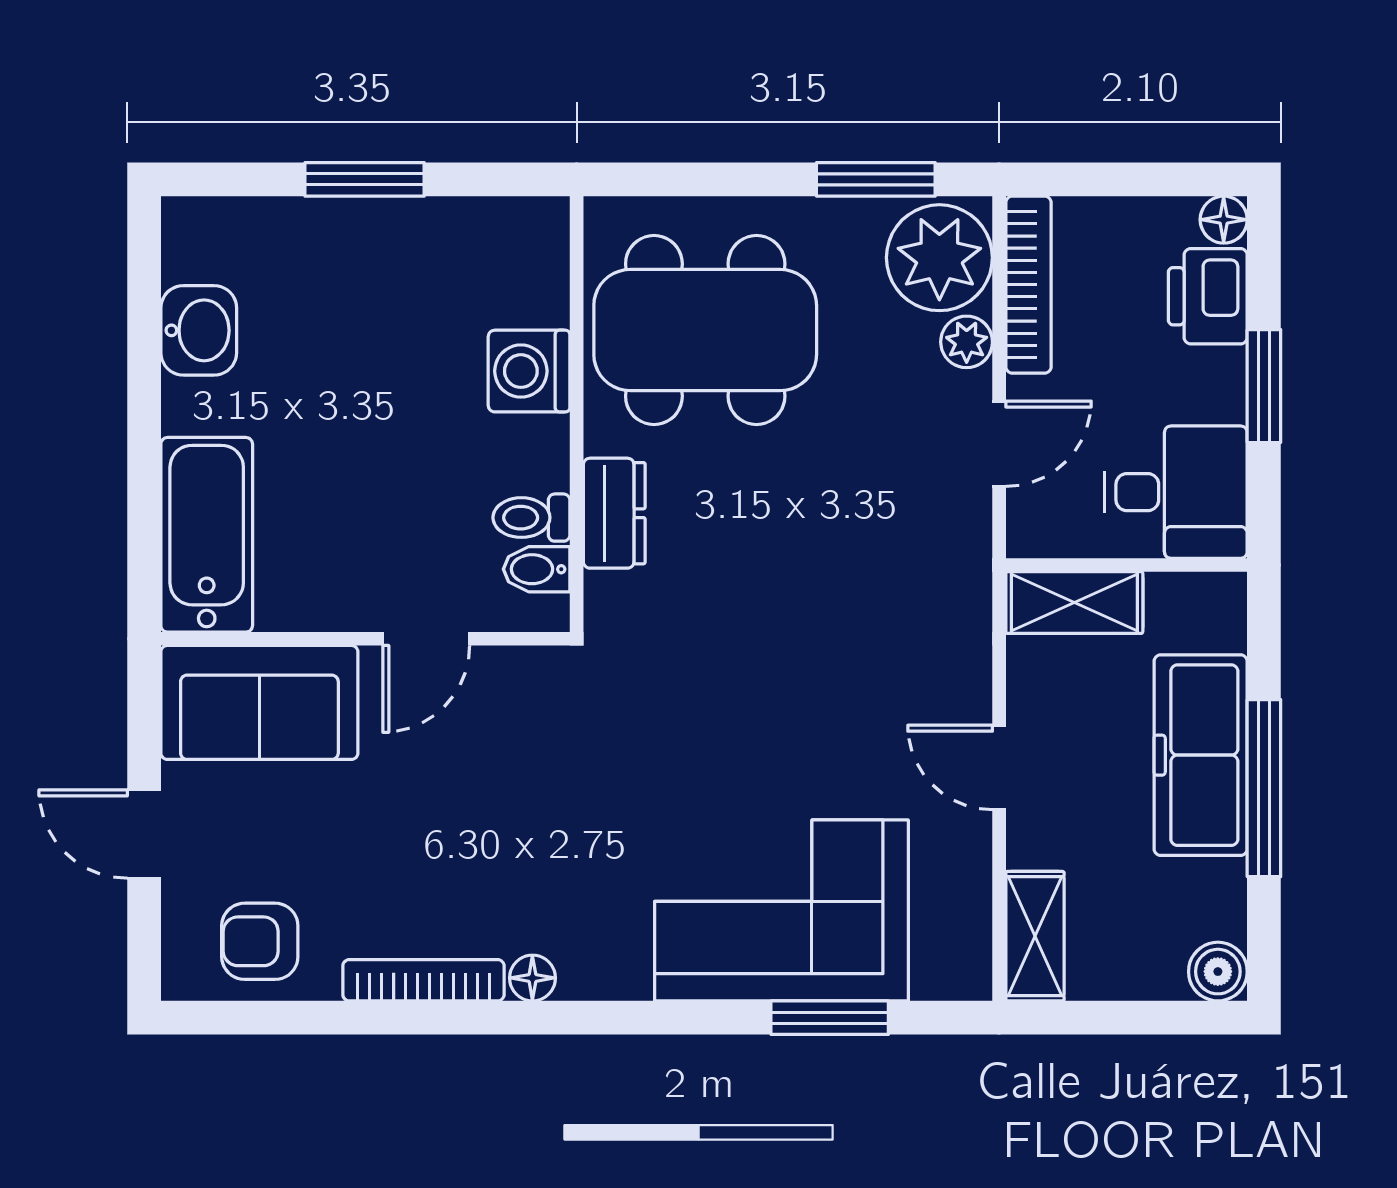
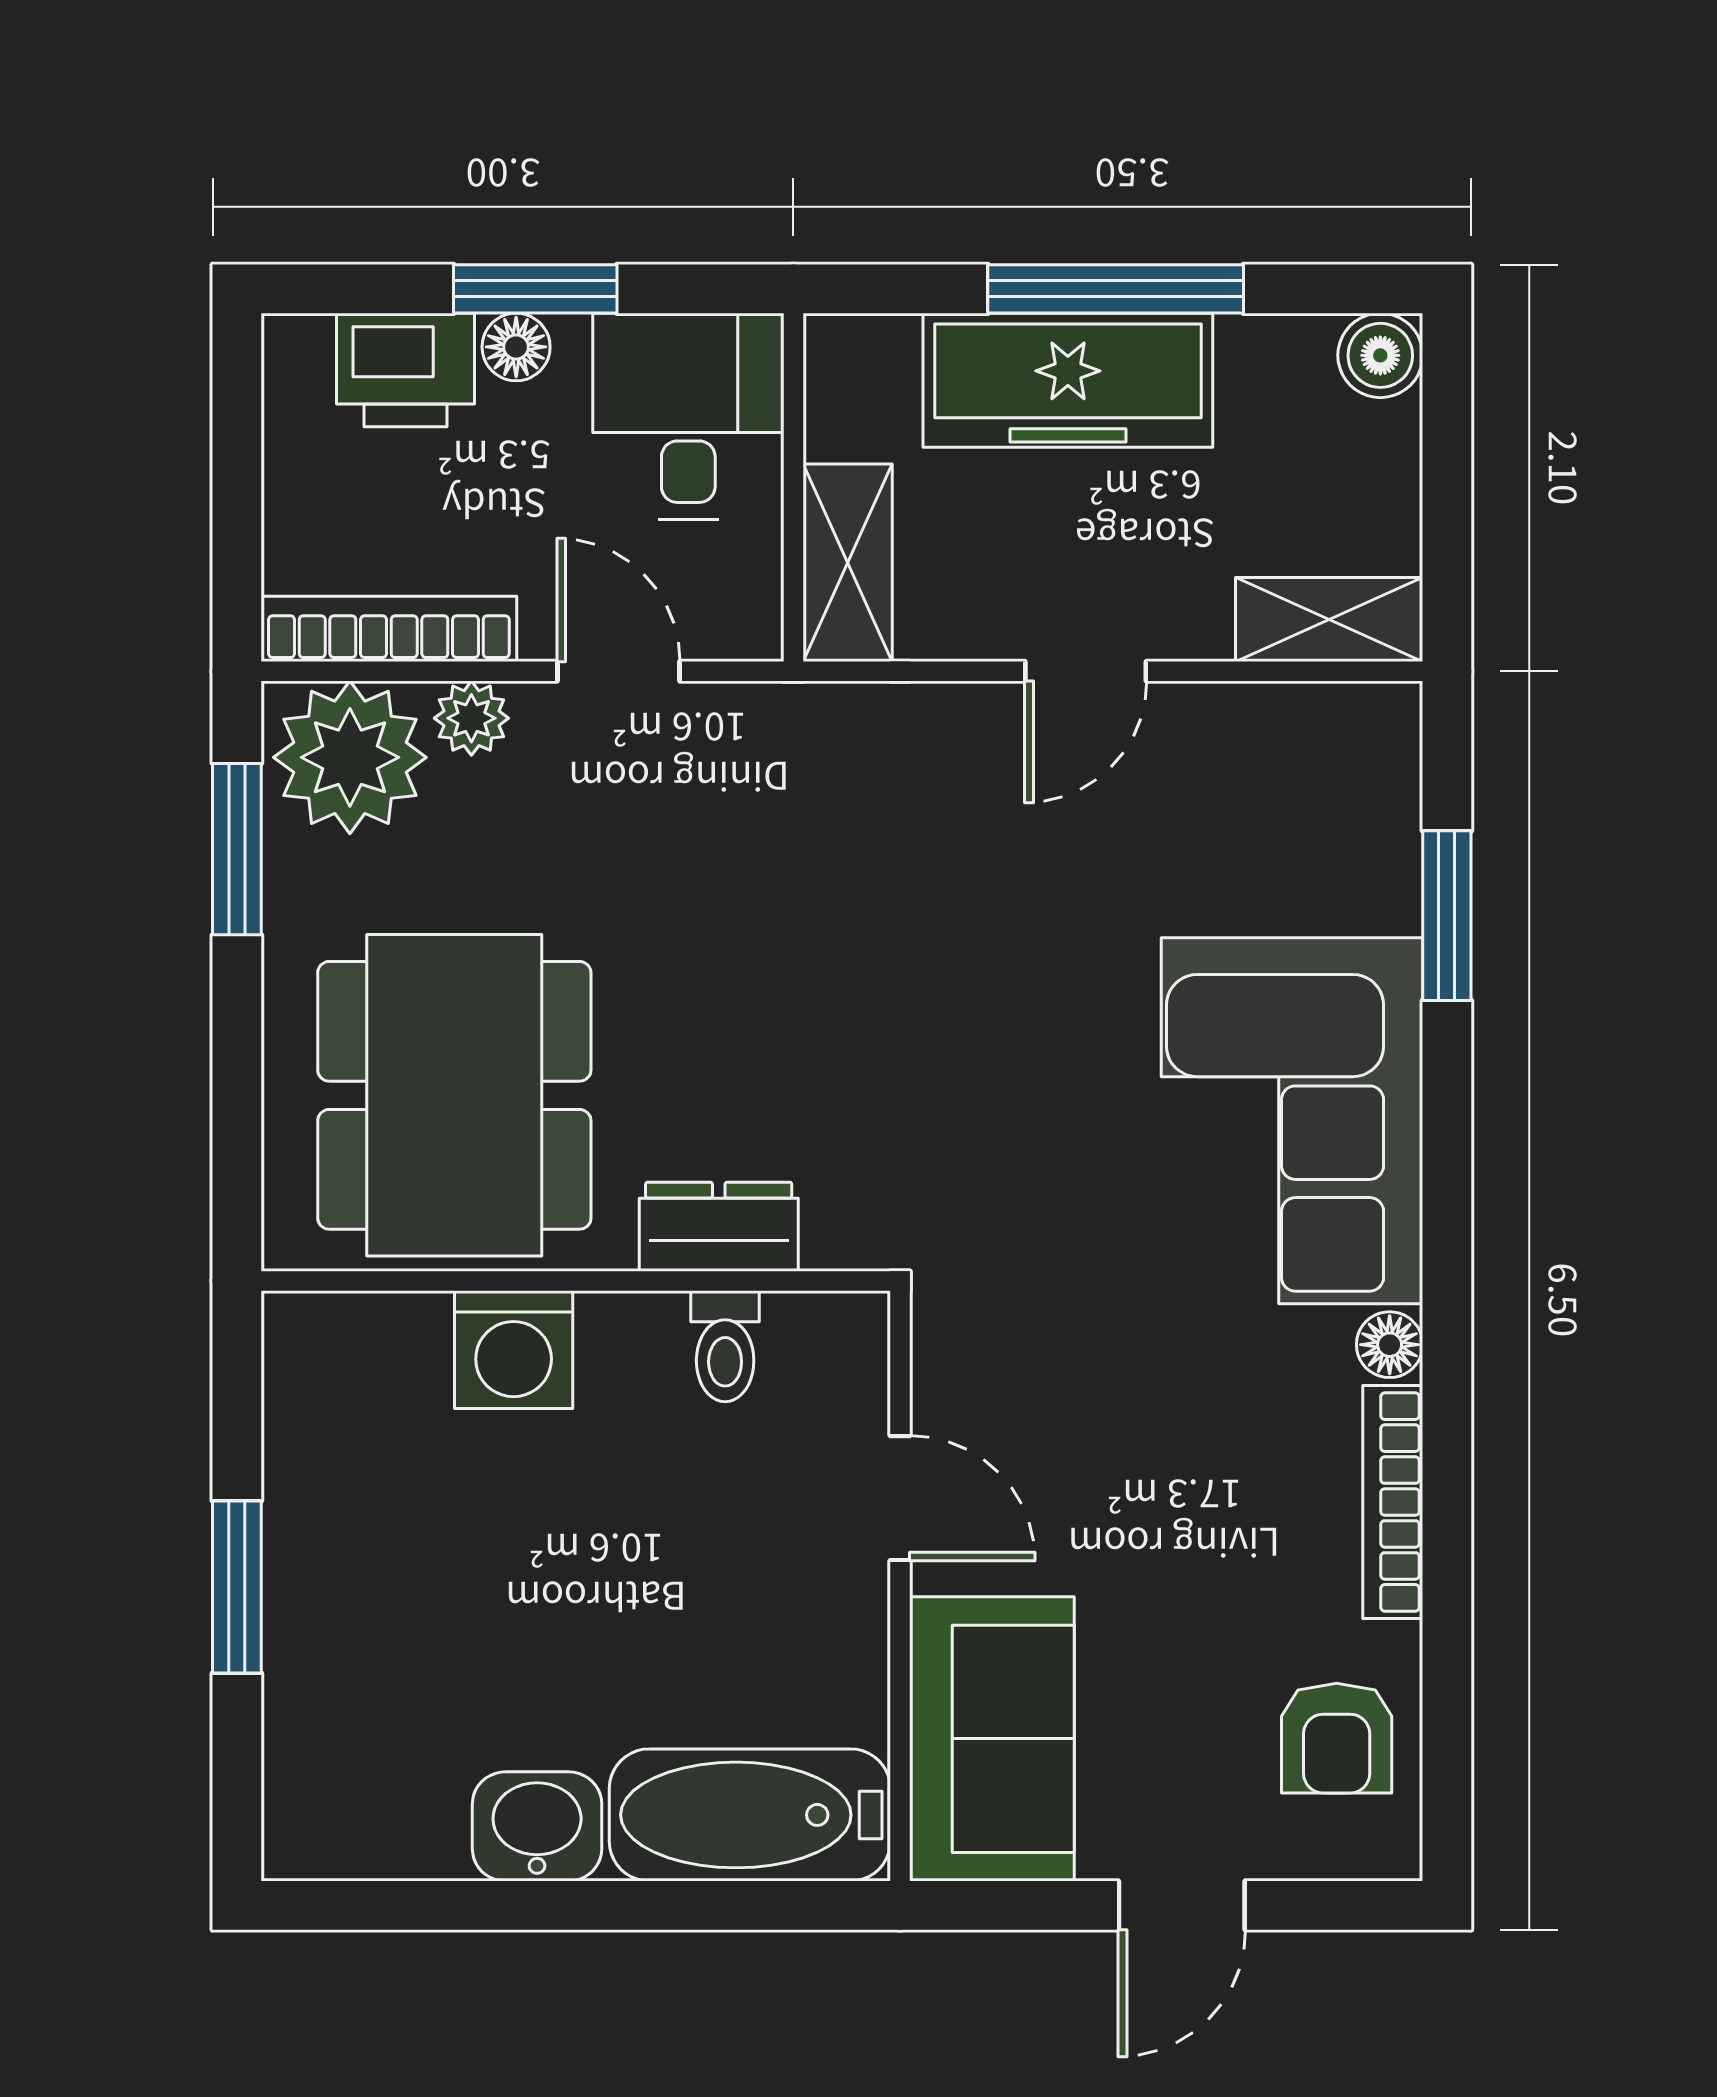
floor lamp: (1224, 220) -> (516, 347), moved
washbasin: (199, 330) -> (537, 1826), moved
bidet: (537, 569) -> (800, 1339), removed
corner sofa: (781, 910) -> (1292, 1121), moved

